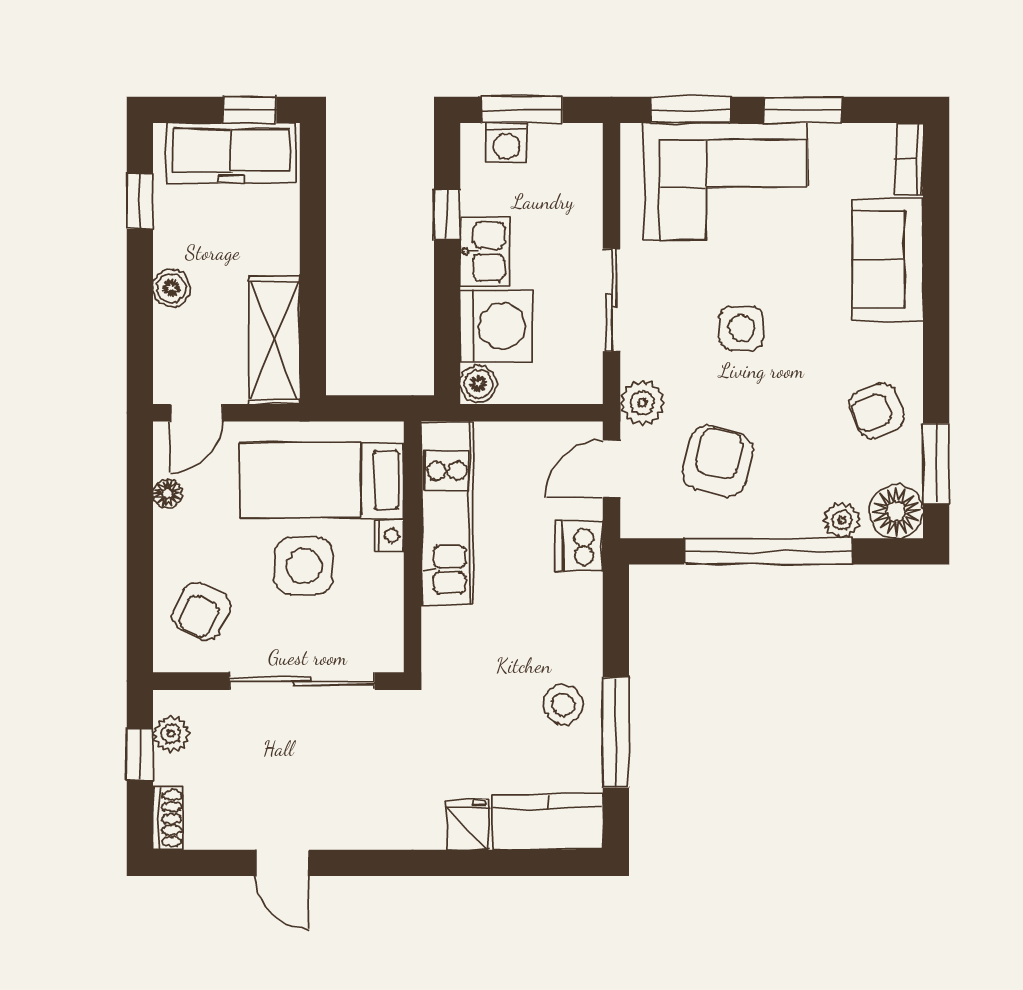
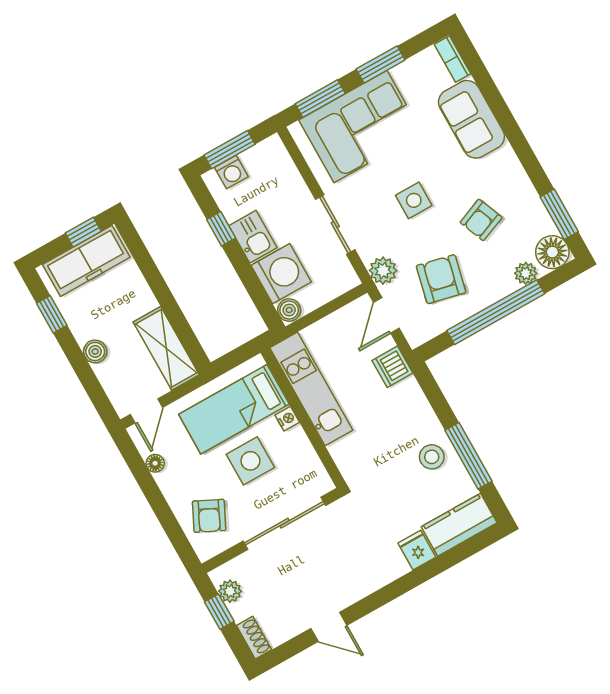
armchair: (877, 410) -> (481, 220), moved

